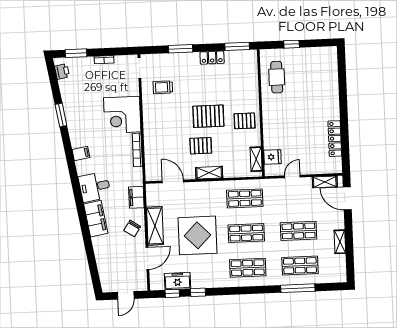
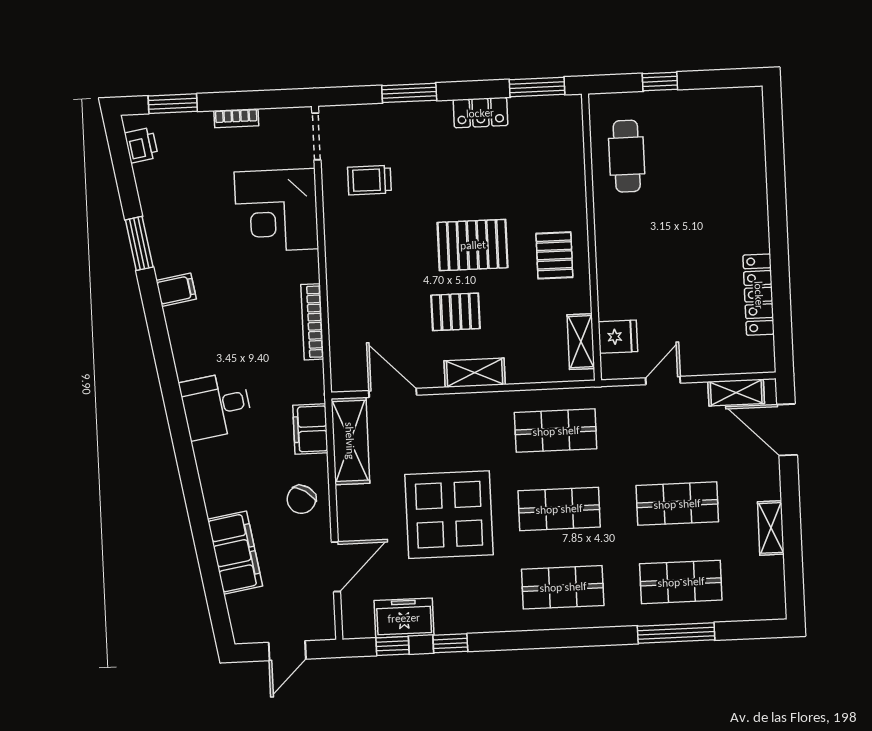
corner desk: (122, 115) -> (276, 210), moved
pallet: (245, 121) -> (554, 255), turned 90
filing cabinet: (81, 153) -> (176, 290), moved
filing cabinet: (96, 219) -> (235, 553), moved
shelving: (155, 226) -> (350, 441), moved

